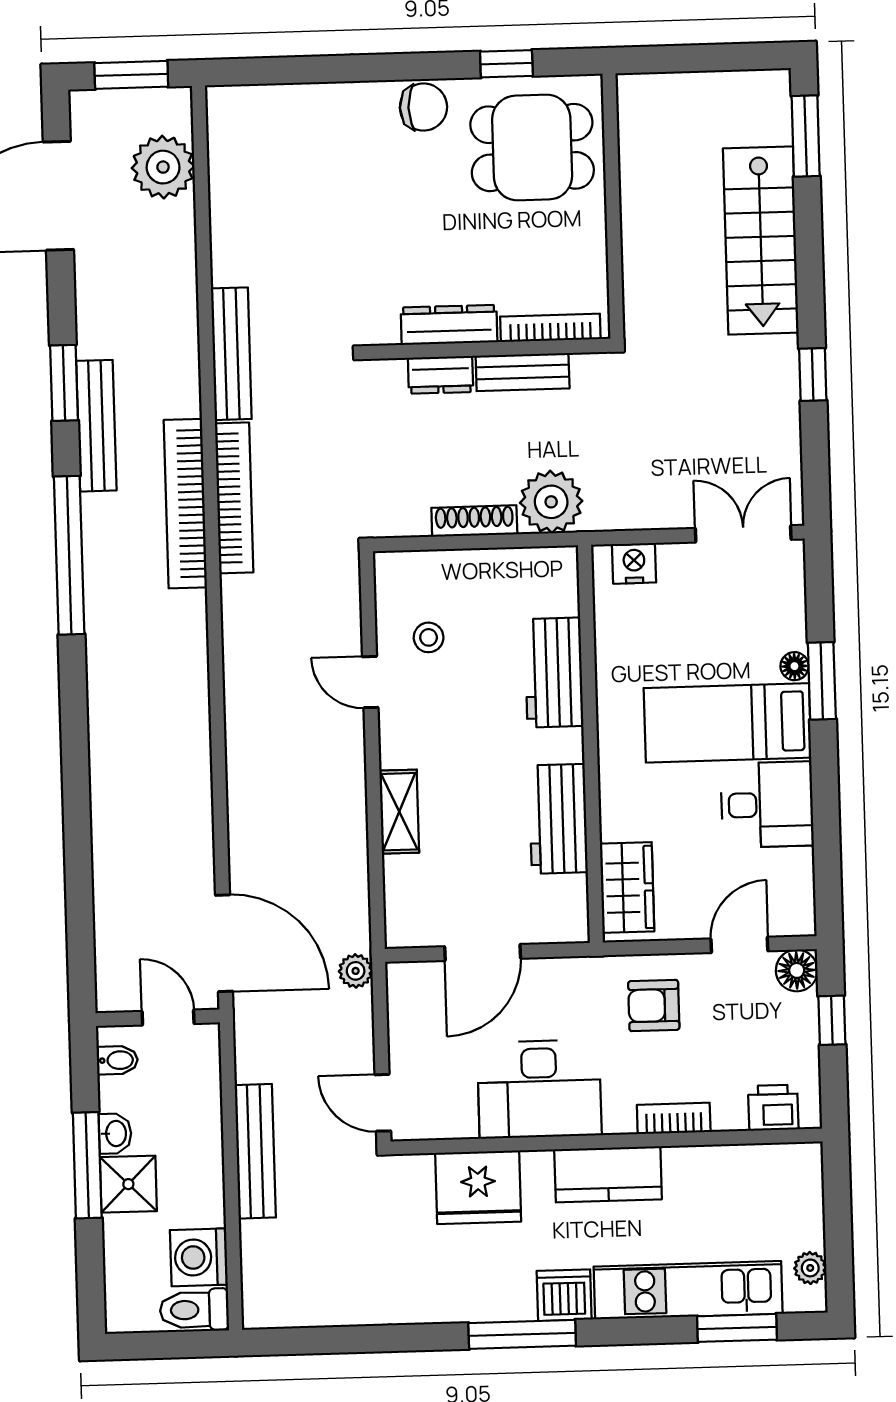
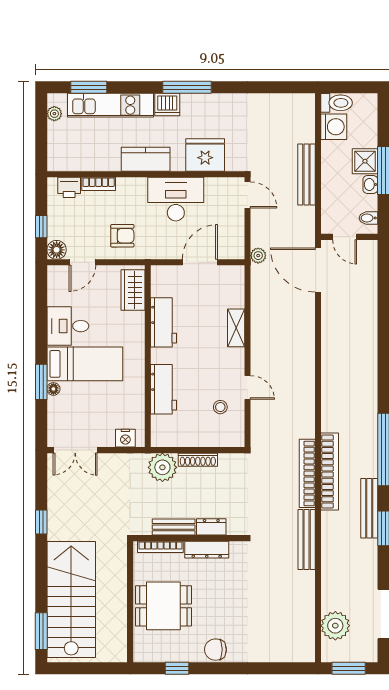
dining table: (532, 148) -> (163, 606), moved
stairs: (761, 241) -> (71, 599), width x1.36, depth x1.51
bookcase: (674, 1118) -> (99, 184), moved

